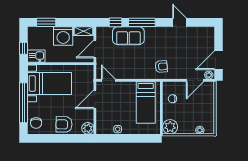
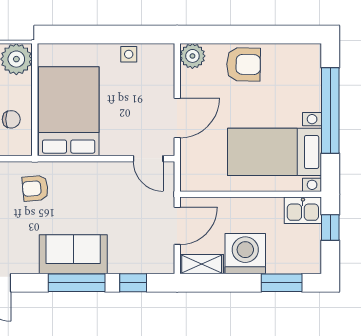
sofa: (128, 36) -> (73, 254), moved
bed: (146, 102) -> (69, 111), width x1.50
chair: (36, 123) -> (303, 67), removed

